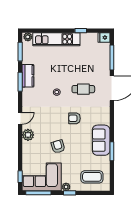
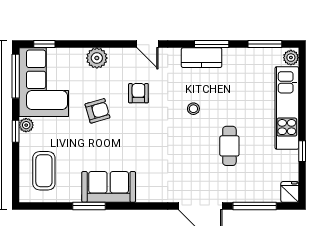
kitchen counter: (28, 76) -> (202, 58), moved
cafe table: (83, 89) -> (229, 146), moved
armchair: (74, 118) -> (138, 93), moved
plant: (28, 135) -> (97, 58), moved

